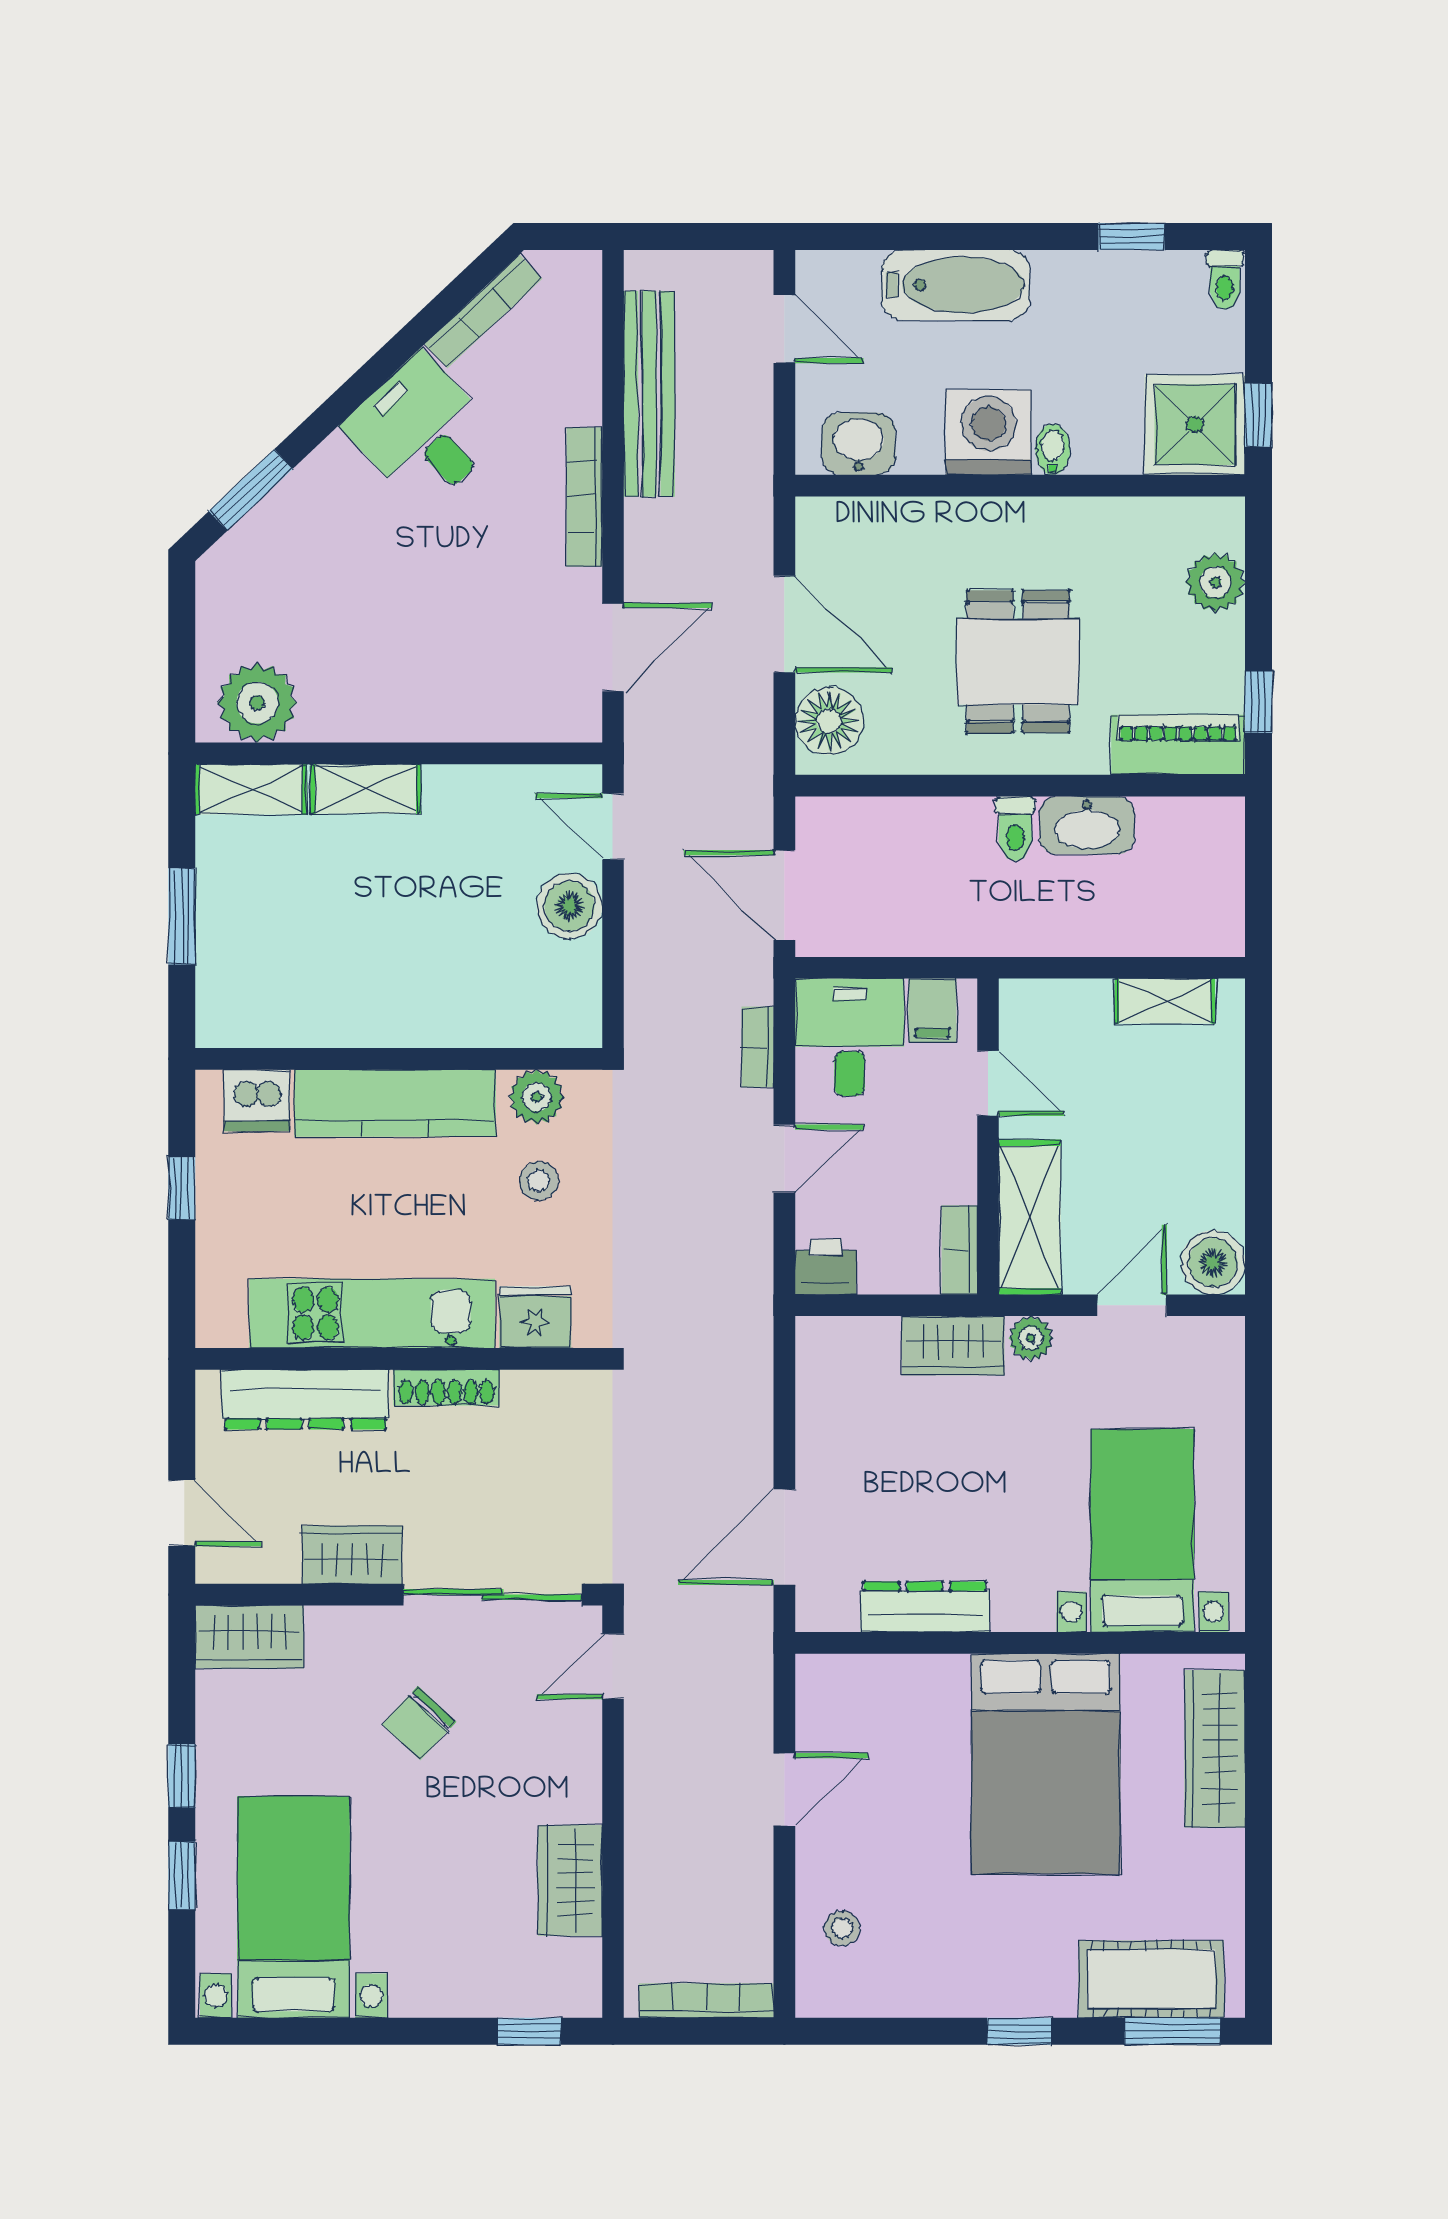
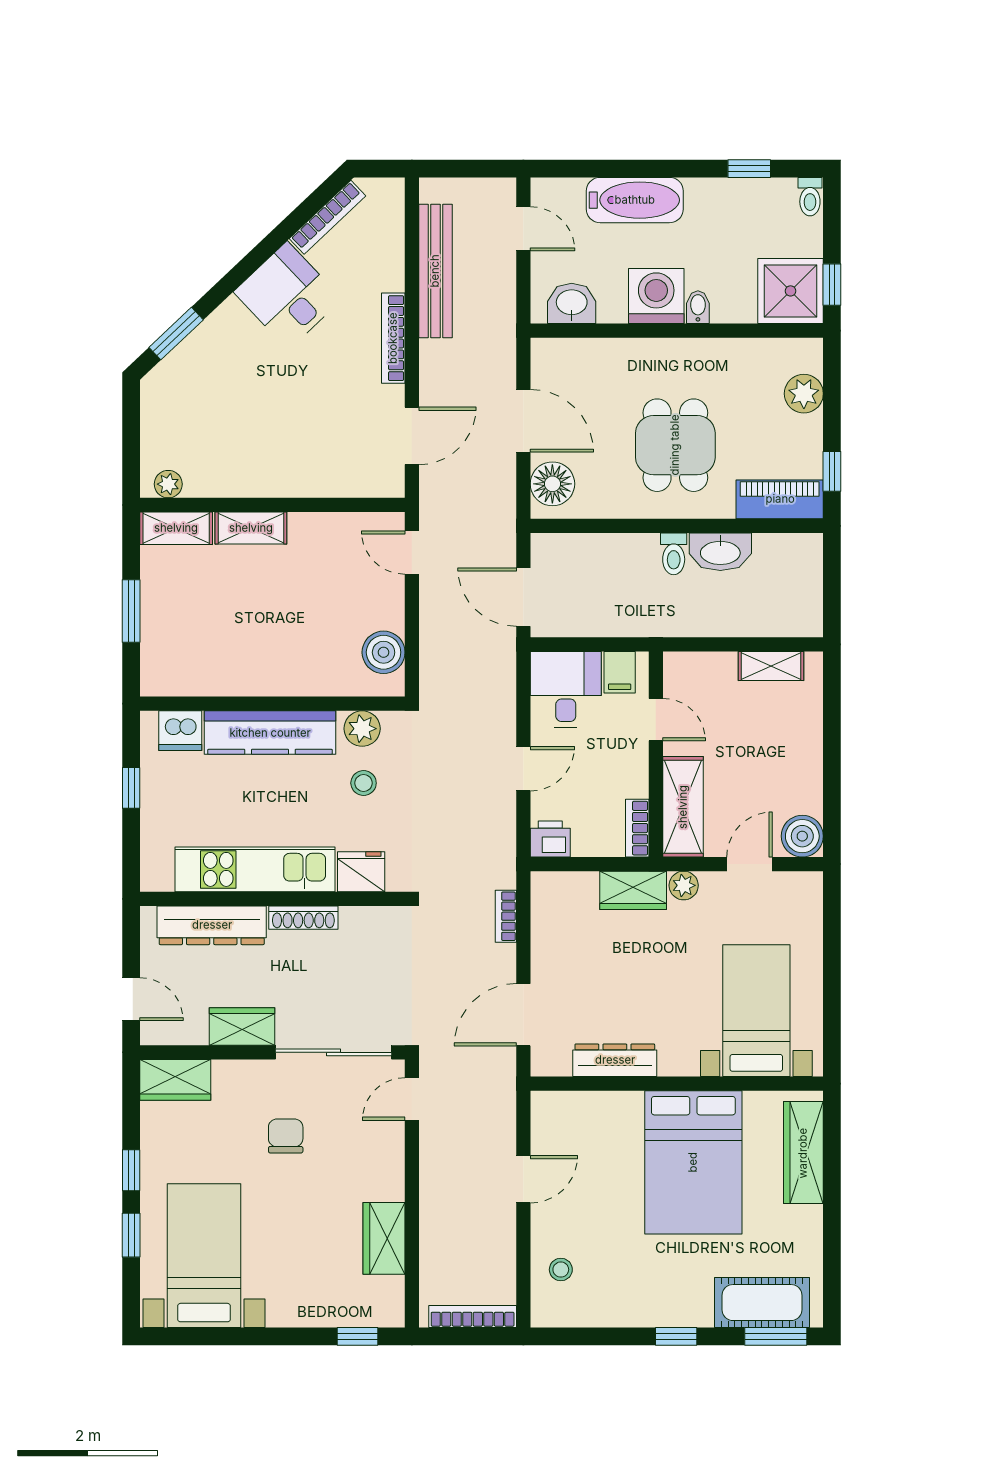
plant: (257, 703) -> (168, 484), width x0.53, depth x0.53
boiler: (570, 906) -> (384, 652), moved
bookcase: (758, 1047) -> (506, 916), moved
chair: (419, 1723) -> (286, 1136), turned 137

